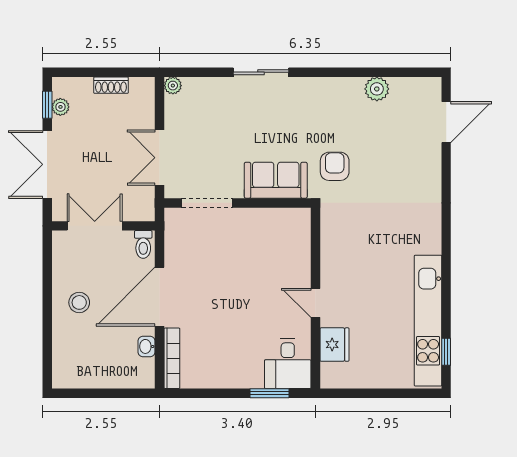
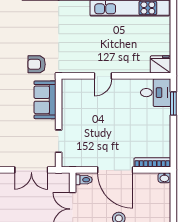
doorway: (207, 203) -> (59, 141), width x0.73
door: (315, 303) -> (103, 76), moved
fridge: (334, 345) -> (161, 64), moved
washbasin: (147, 346) -> (164, 178), moved

